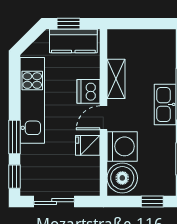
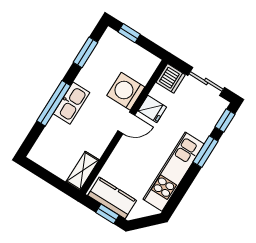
shelving: (116, 79) -> (83, 171), moved
dishwasher: (88, 91) -> (171, 78), moved
boiler: (122, 178) -> (141, 66), removed

